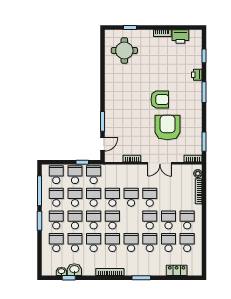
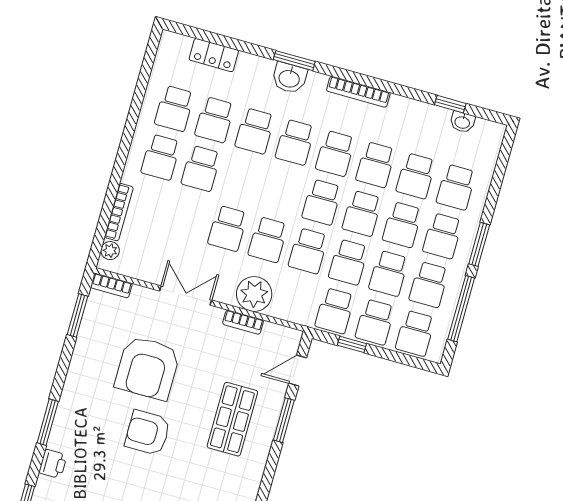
shop shelf: (125, 116) -> (232, 419), added
plant: (130, 172) -> (254, 294), added
school desk: (150, 220) -> (241, 180), removed
washbasin: (74, 270) -> (289, 78), moved

